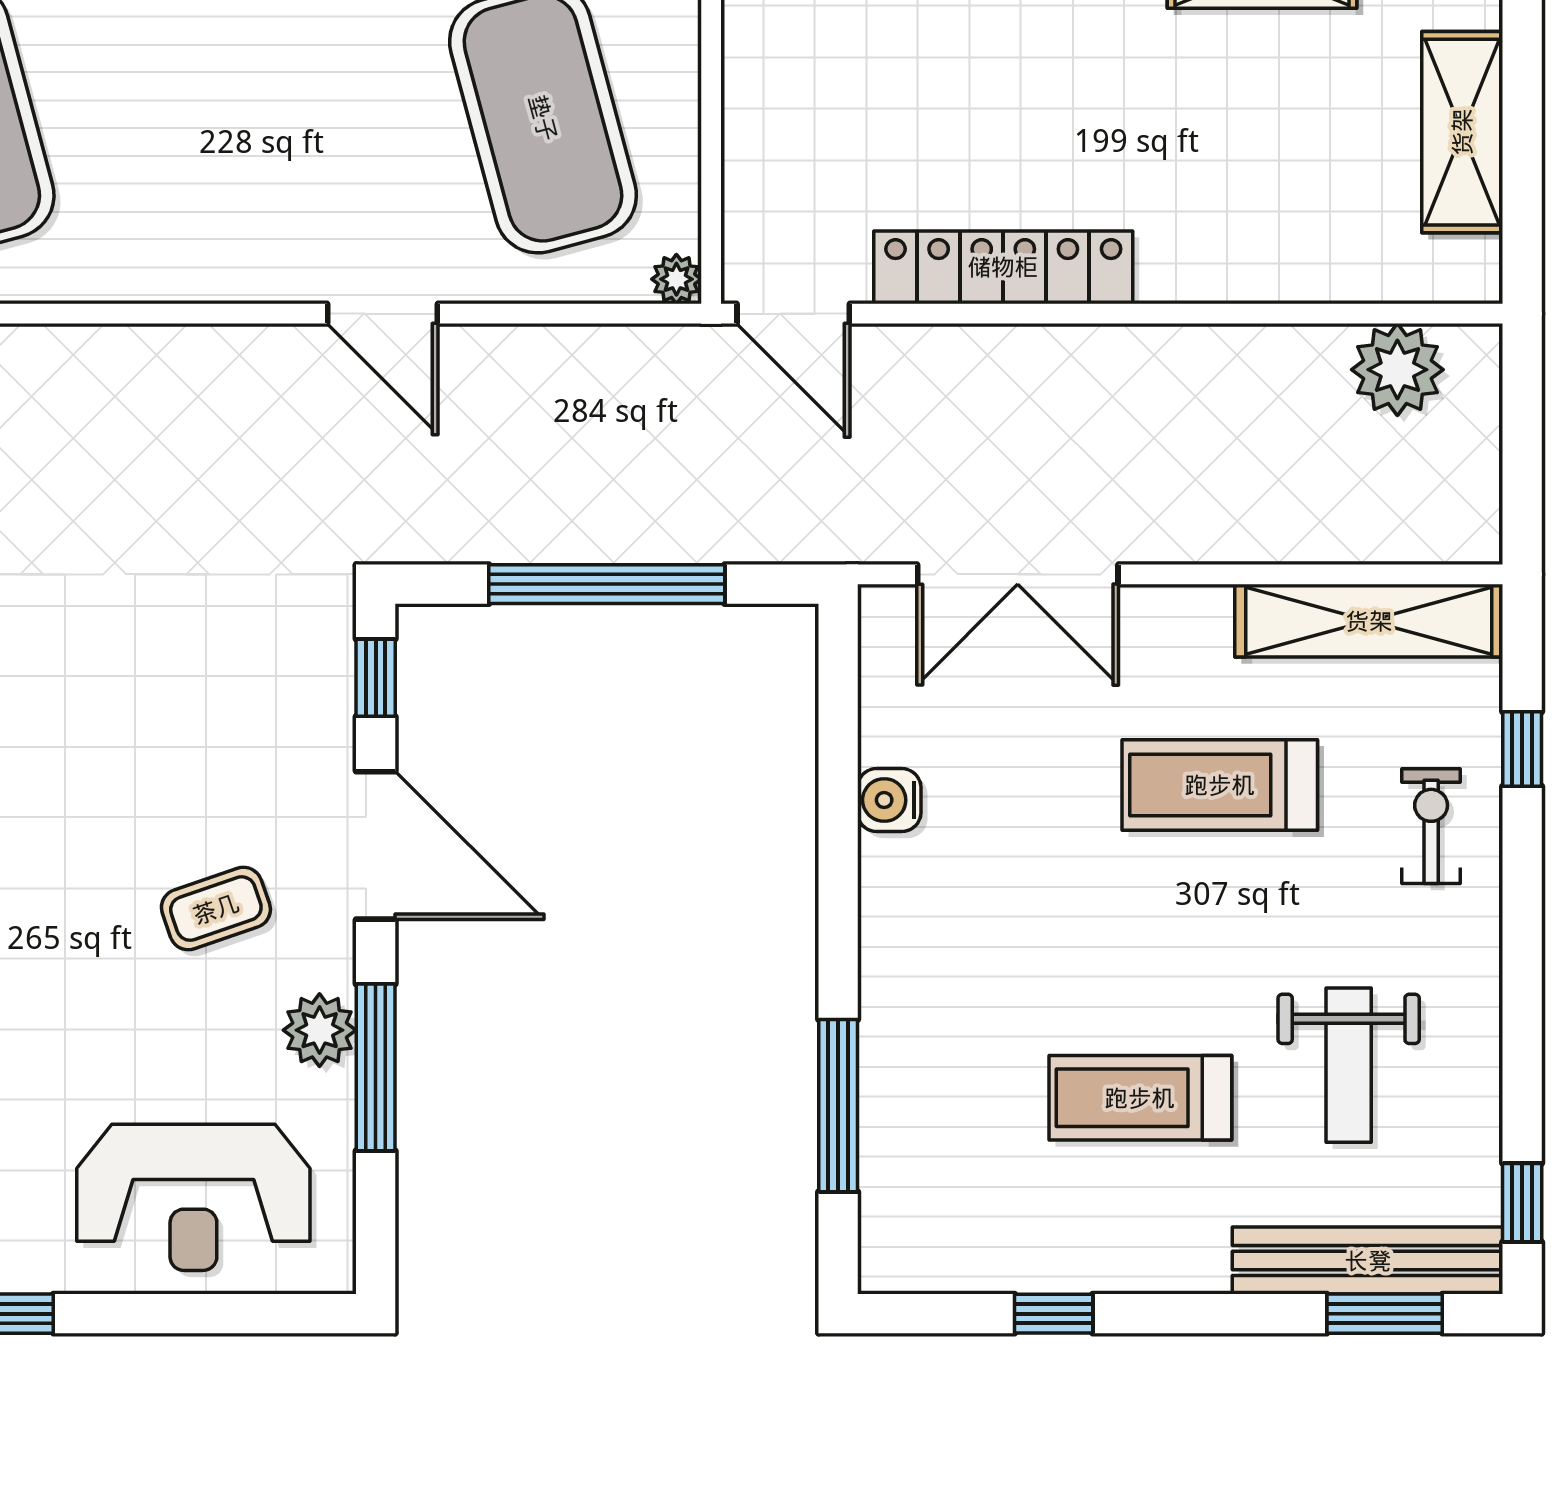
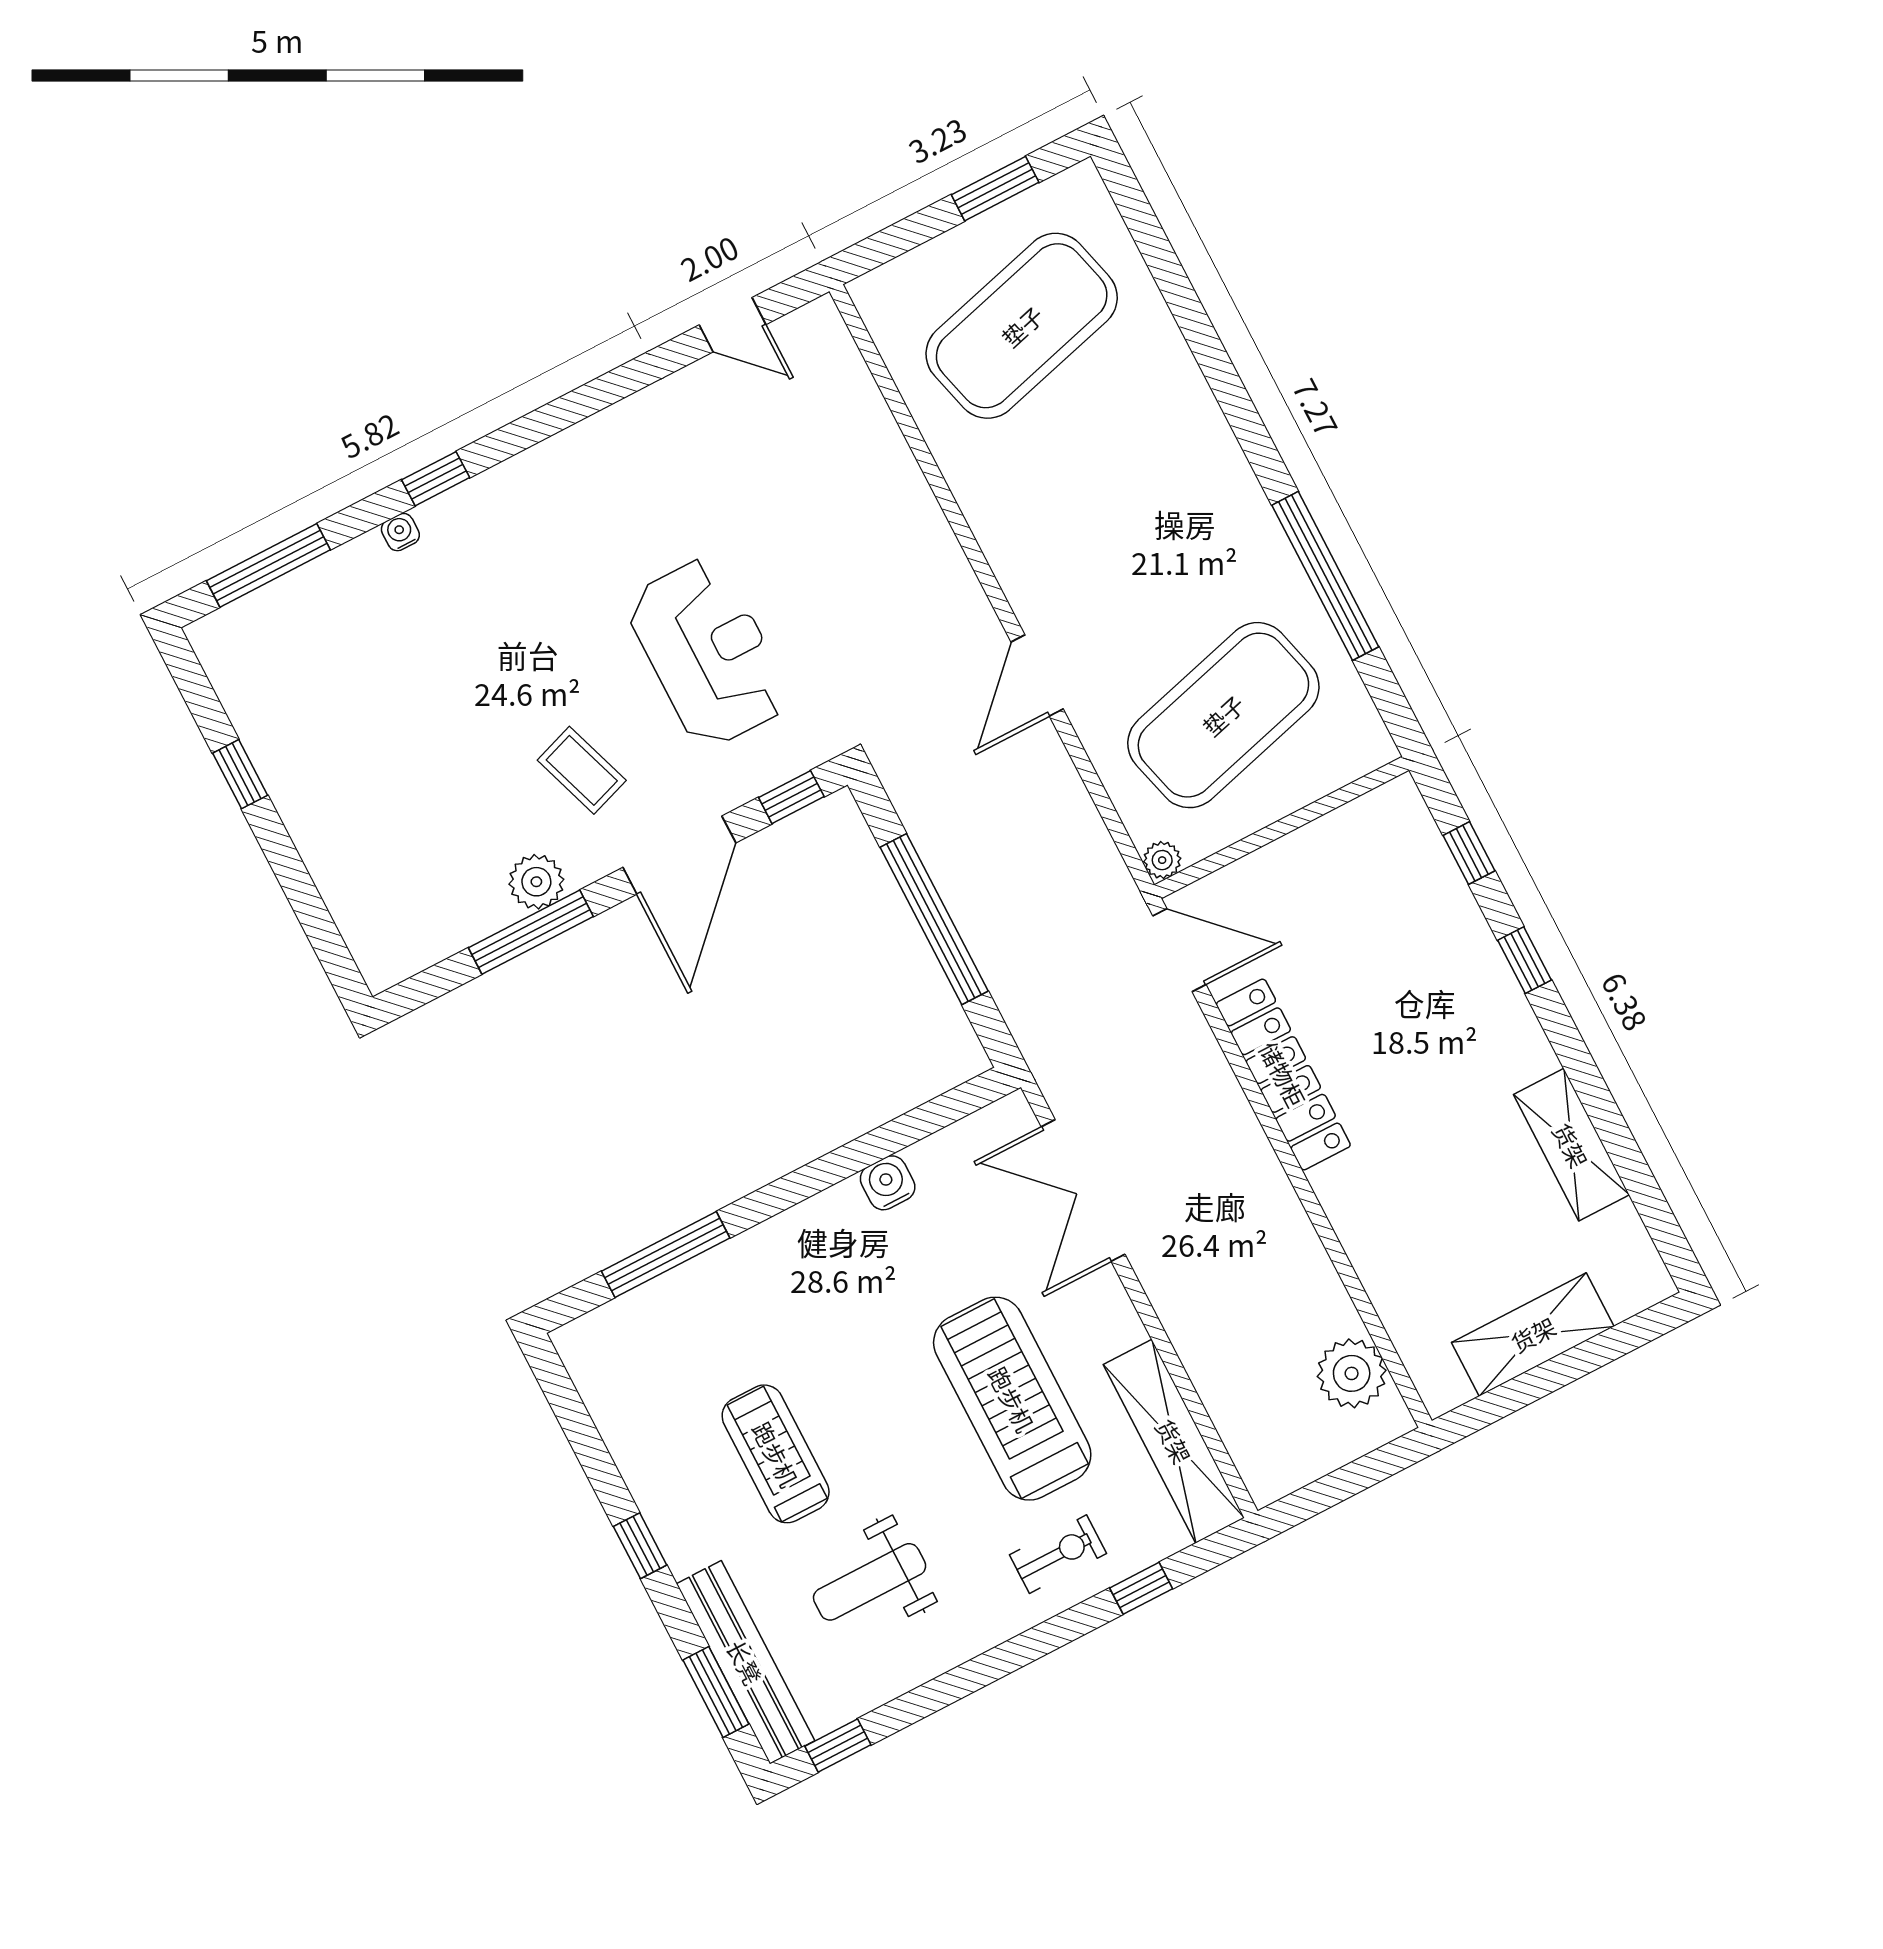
door: (793, 314) -> (1179, 950), swing flipped
treadmill: (1220, 785) -> (1012, 1399), width x1.37, depth x1.37
reception desk: (193, 1197) -> (708, 652), moved, turned 180
window: (1054, 1314) -> (640, 1546), moved

